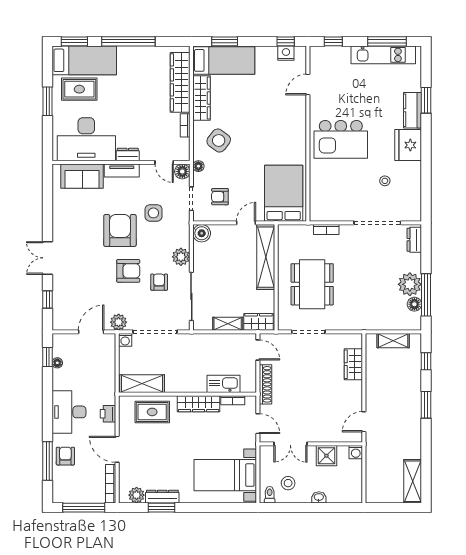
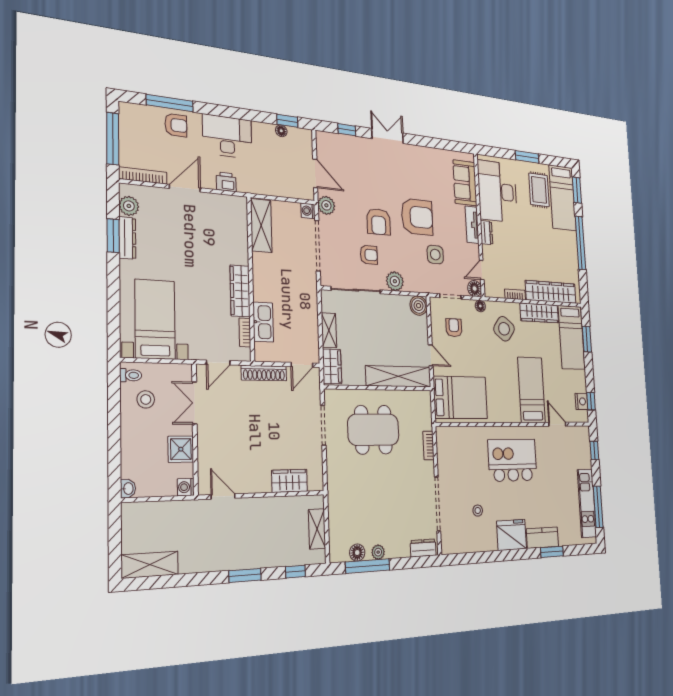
bed: (276, 113) -> (531, 390), added
kitchen island: (341, 139) -> (512, 460), turned 90
plant: (410, 284) -> (378, 552), width x0.53, depth x0.53
rug: (152, 412) -> (229, 235), removed
washbasin: (319, 497) -> (128, 489), moved

